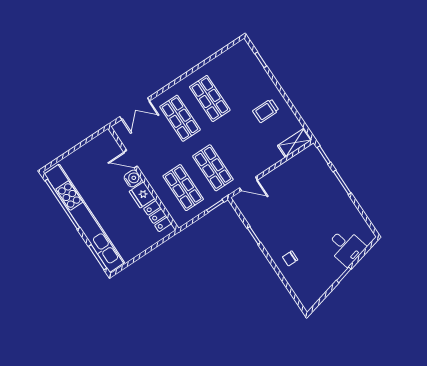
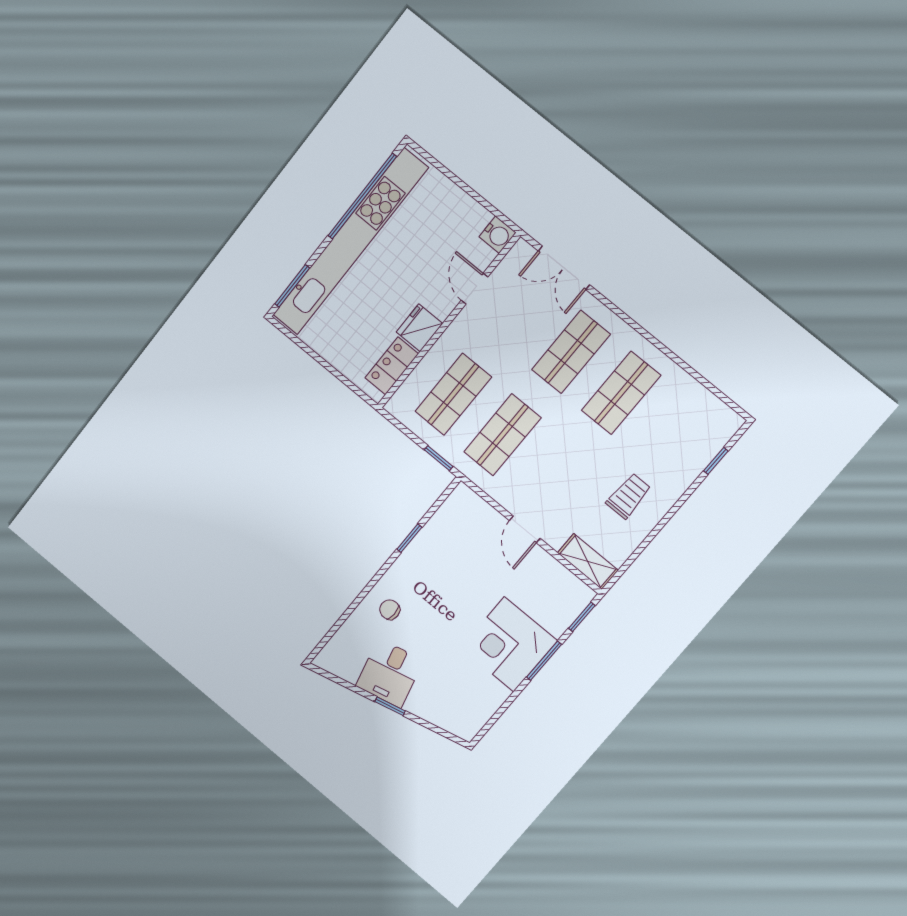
trolley: (266, 111) -> (629, 496), turned 90
water cooler: (133, 178) -> (497, 235), moved
door: (248, 184) -> (525, 529), moved
corner desk: (328, 199) -> (509, 644), added
desk: (346, 247) -> (390, 673), moved

